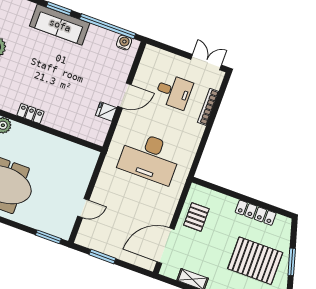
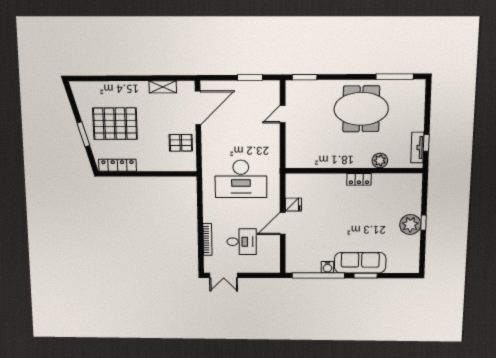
water cooler: (124, 43) -> (327, 267), moved
desk: (174, 92) -> (242, 242), turned 180
desk: (150, 158) -> (241, 179), turned 180
locker: (256, 213) -> (118, 165), moved
pallet: (196, 217) -> (181, 143), turned 90

